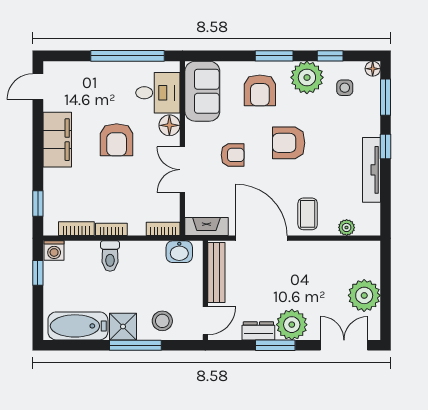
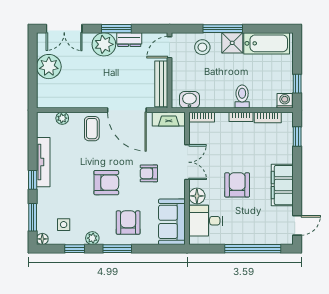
window: (128, 56) -> (253, 249), moved
plant: (307, 77) -> (92, 238), width x0.53, depth x0.53

